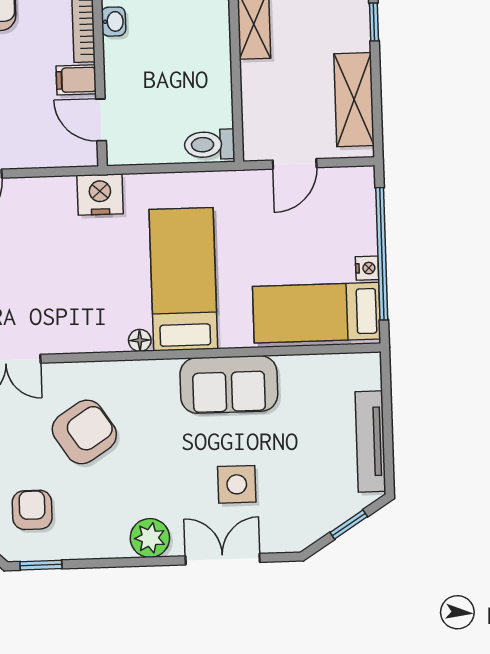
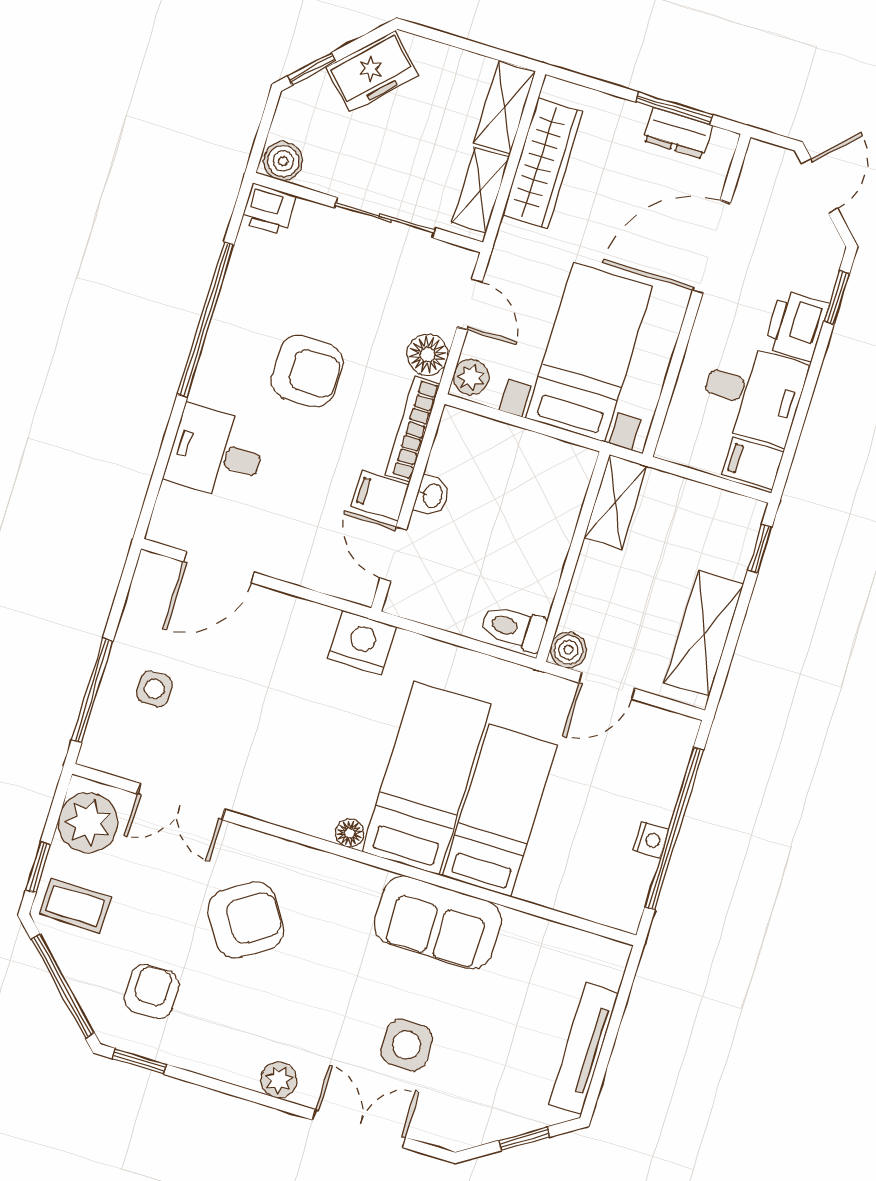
washbasin: (114, 22) -> (432, 496), moved
boiler: (257, 147) -> (568, 650), added
bed: (317, 313) -> (500, 810), moved, turned 90
plant: (150, 538) -> (279, 1080), width x0.73, depth x0.73

